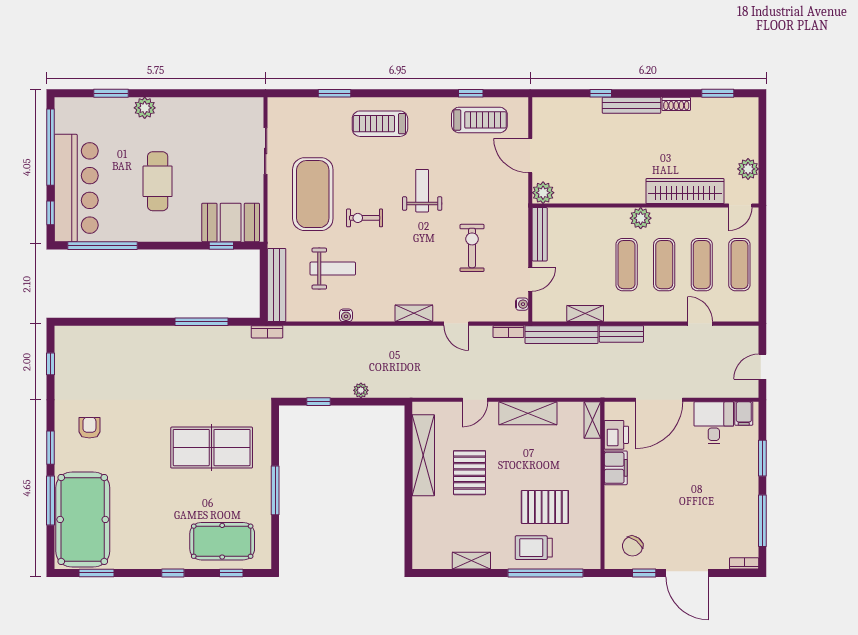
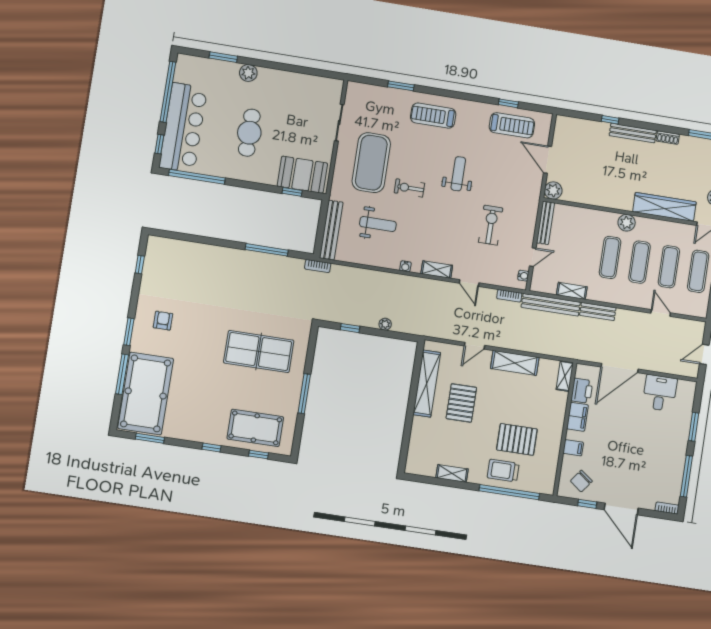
water cooler: (346, 315) -> (405, 266), moved
filing cabinet: (744, 413) -> (573, 448), moved, turned -90

